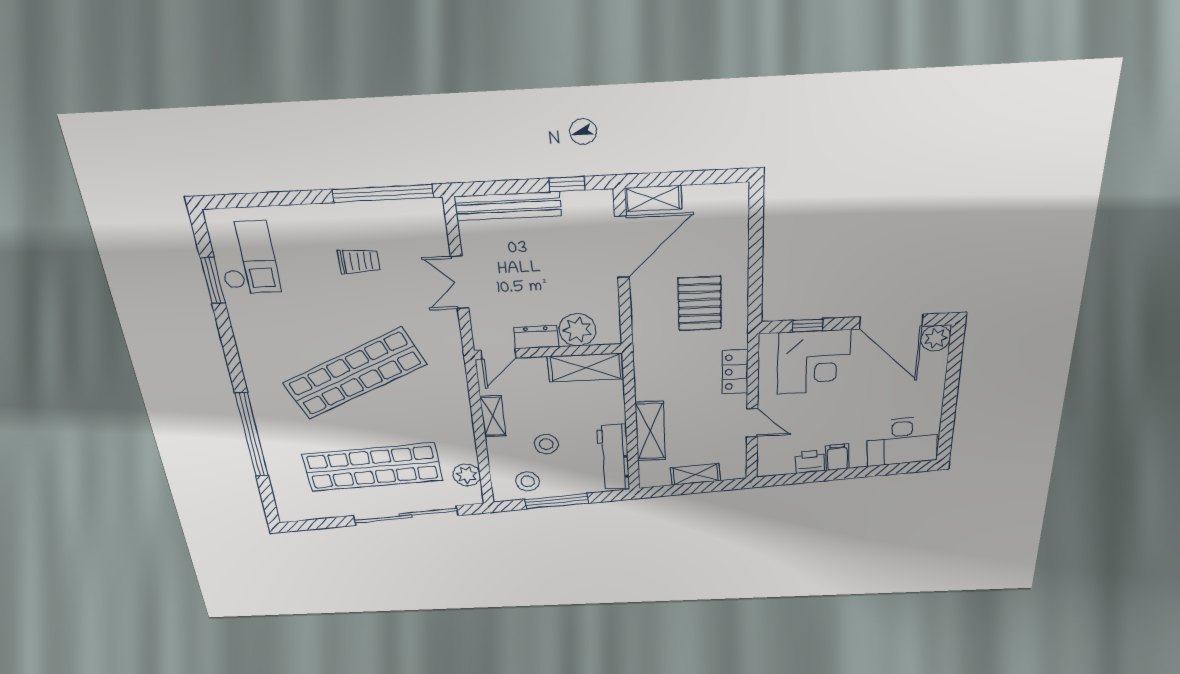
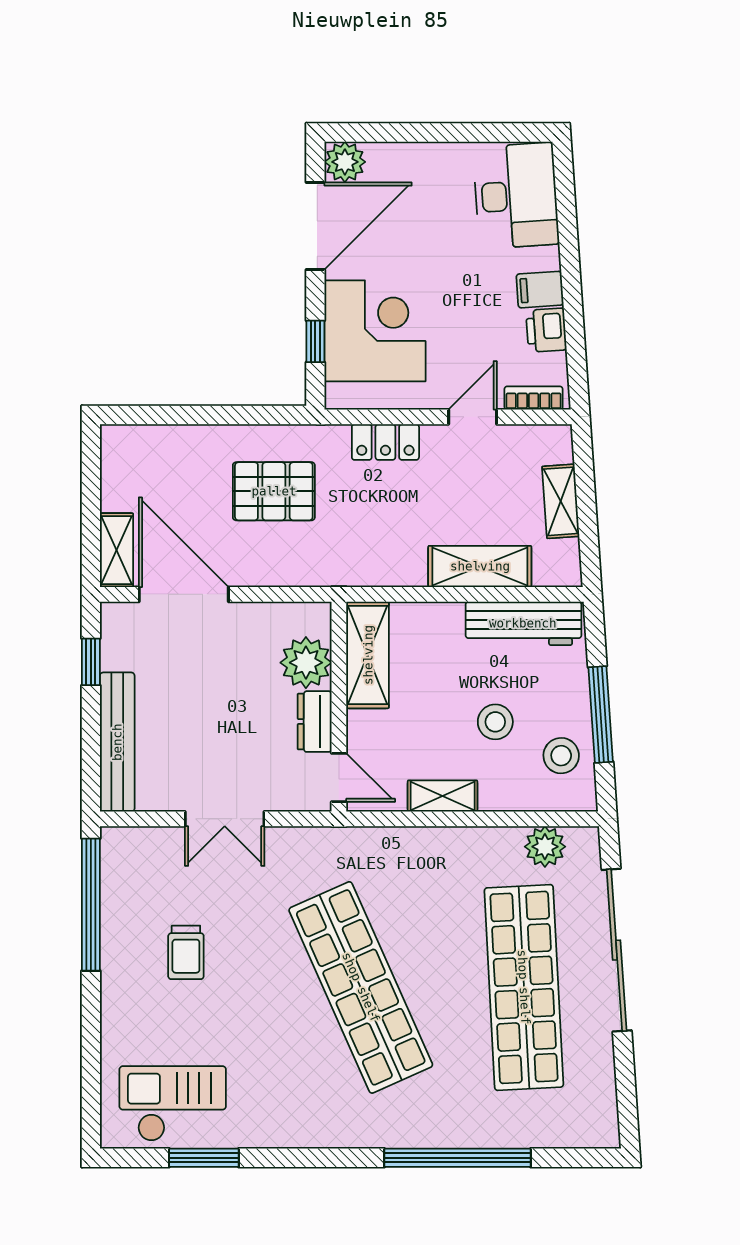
trolley: (359, 261) -> (186, 952), turned 180
bookcase: (765, 457) -> (534, 398), added

